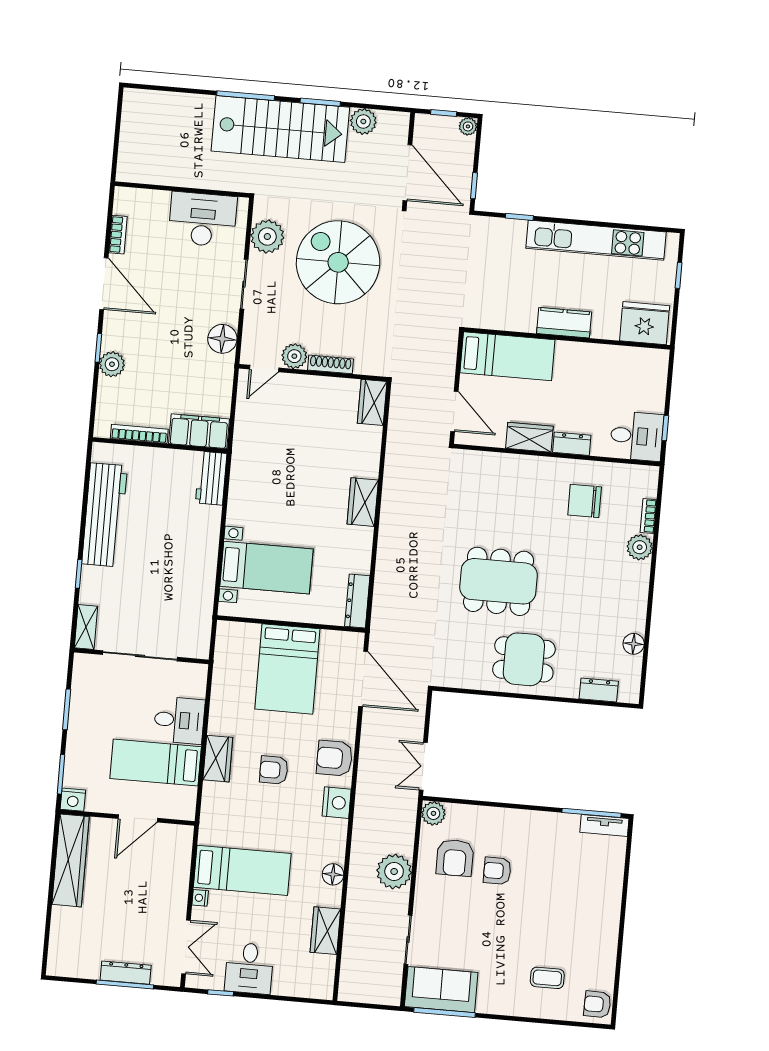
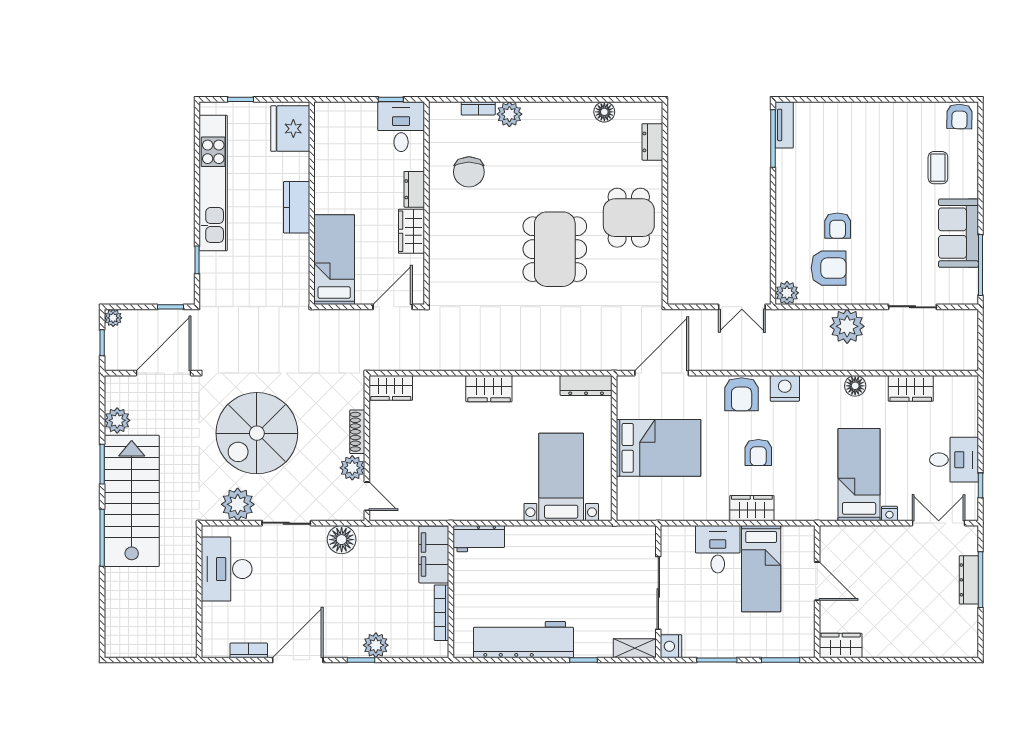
nightstand: (73, 800) -> (671, 646), moved, turned 180
wardrobe: (71, 860) -> (841, 645), width x0.48, depth x0.85
sofa: (441, 990) -> (958, 233), moved

